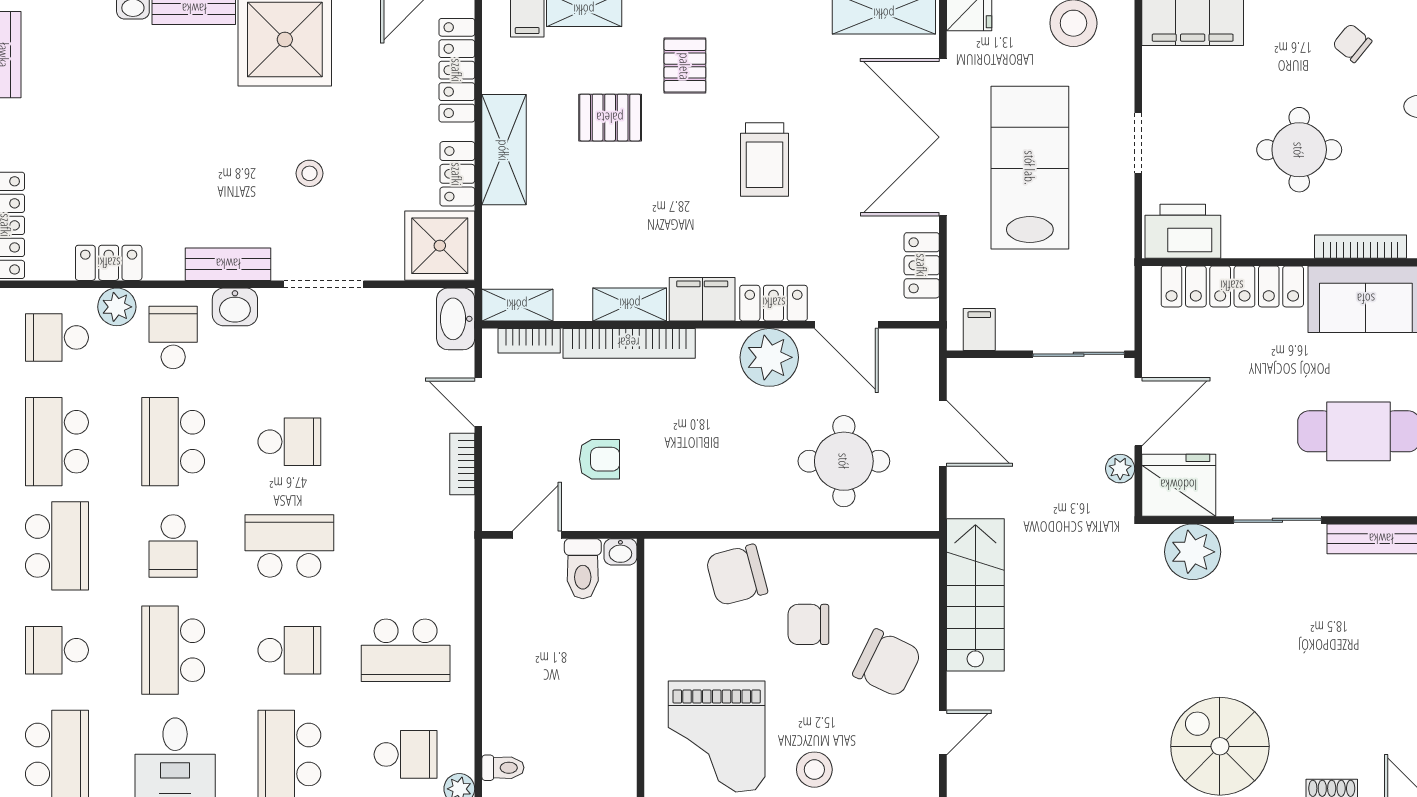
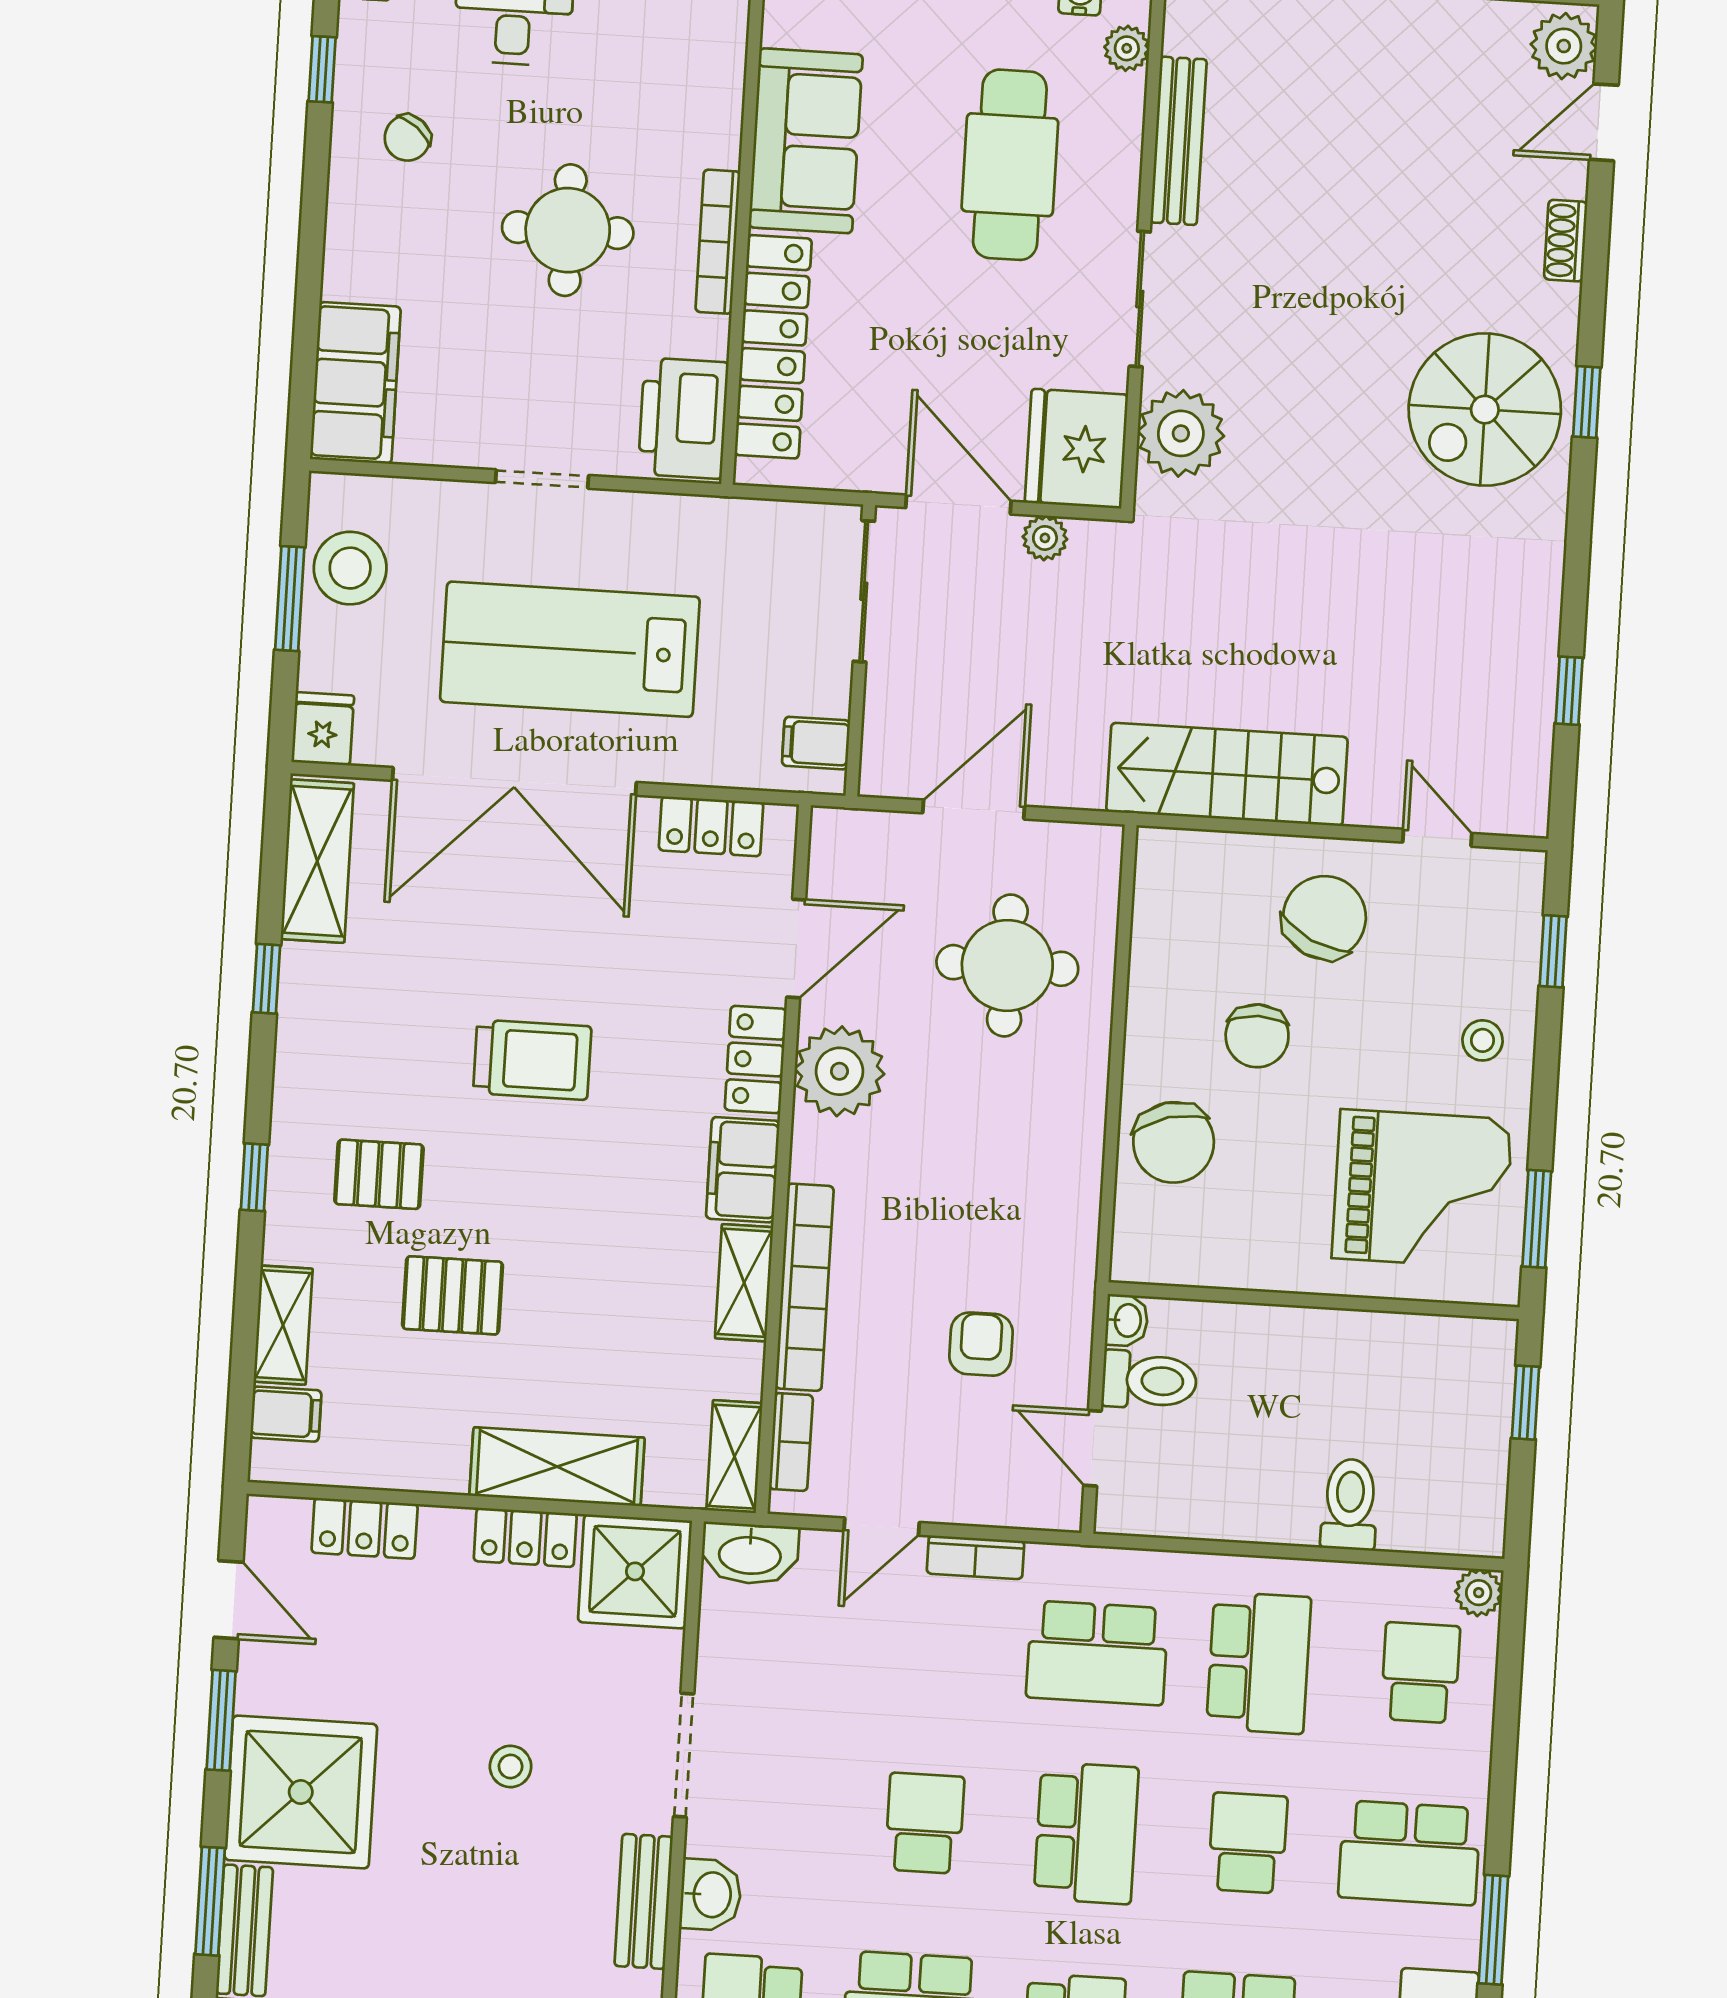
locker: (457, 70) -> (365, 1528), width x0.66
pallet: (610, 118) -> (453, 1295), turned 90
shelving: (504, 150) -> (557, 1467), moved
bookcase: (1361, 247) -> (718, 242), moved
school desk: (289, 546) -> (1086, 1833), turned 180
school desk: (406, 546) -> (1097, 1653), added
toilet: (503, 768) -> (1350, 1504), moved, width x1.37, depth x1.39
stool: (814, 770) -> (1482, 1040), width x0.73, depth x0.73

